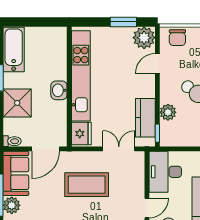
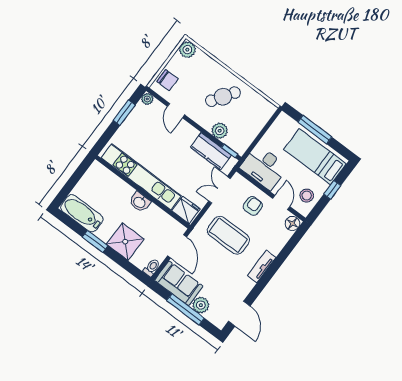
plant: (144, 38) -> (147, 99), width x0.53, depth x0.53
coffee table: (87, 185) -> (228, 235), turned 90
armchair: (126, 187) -> (253, 206), added

